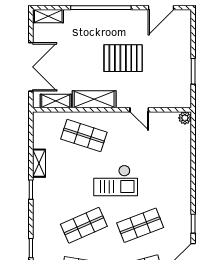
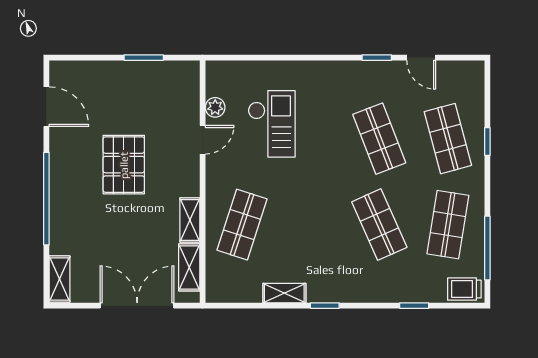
shelving: (94, 99) -> (190, 220), width x0.67, depth x0.75
plant: (185, 118) -> (215, 107), moved
checkout: (116, 180) -> (272, 124), moved

